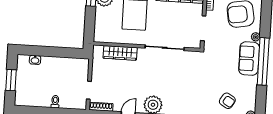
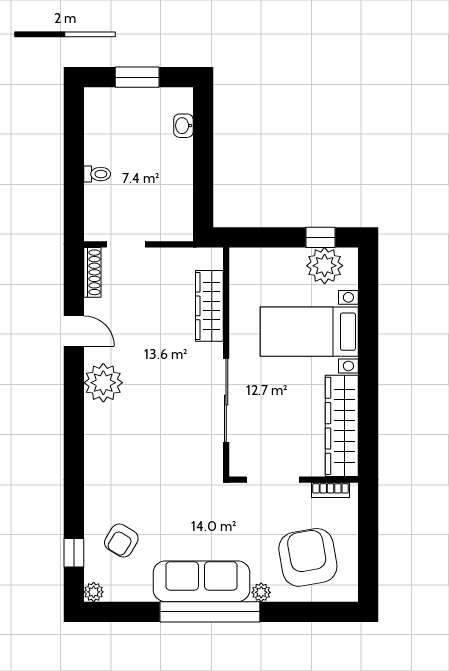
sofa: (249, 58) -> (202, 581), width x1.36

